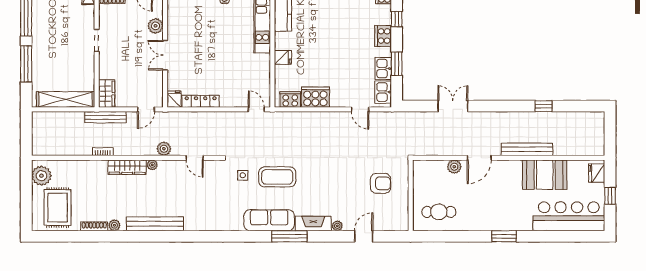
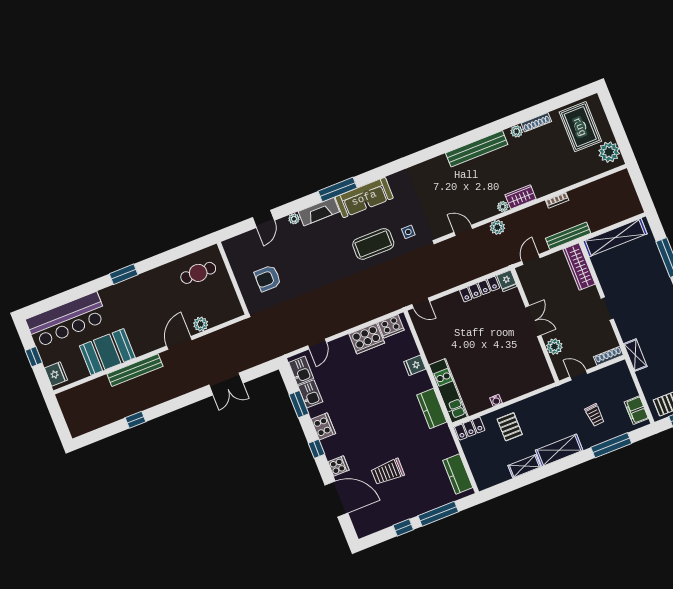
wardrobe: (107, 94) -> (579, 267), width x1.50
door: (360, 109) -> (317, 344), swing flipped
wardrobe: (127, 167) -> (521, 197), width x0.67

